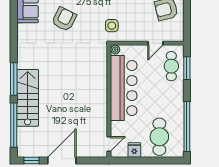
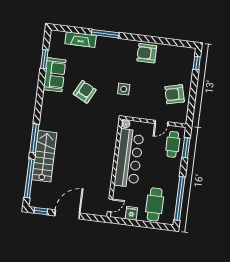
side table: (112, 26) -> (124, 89), moved

